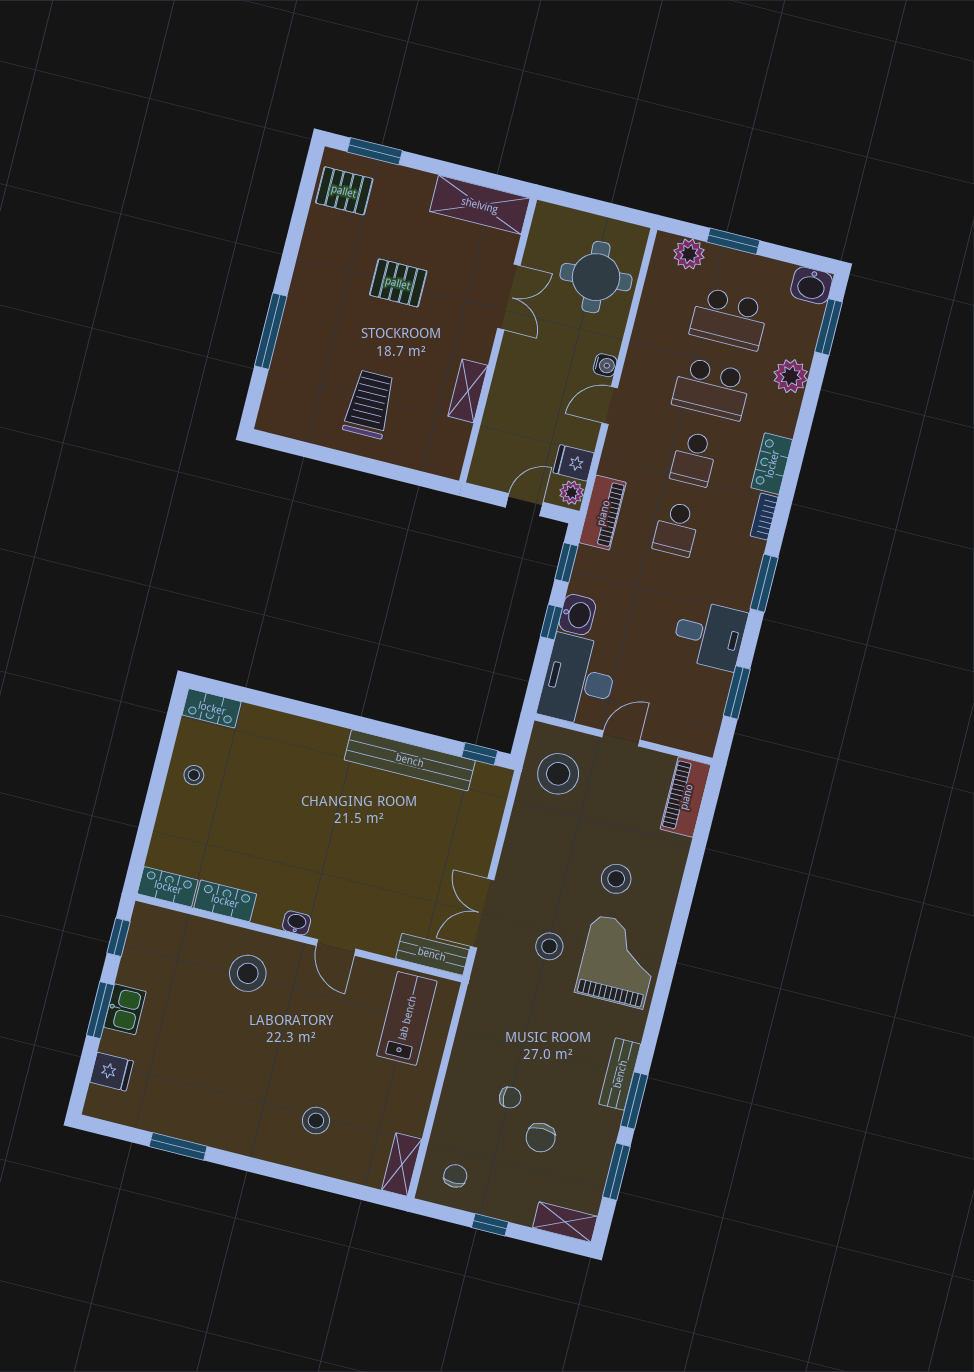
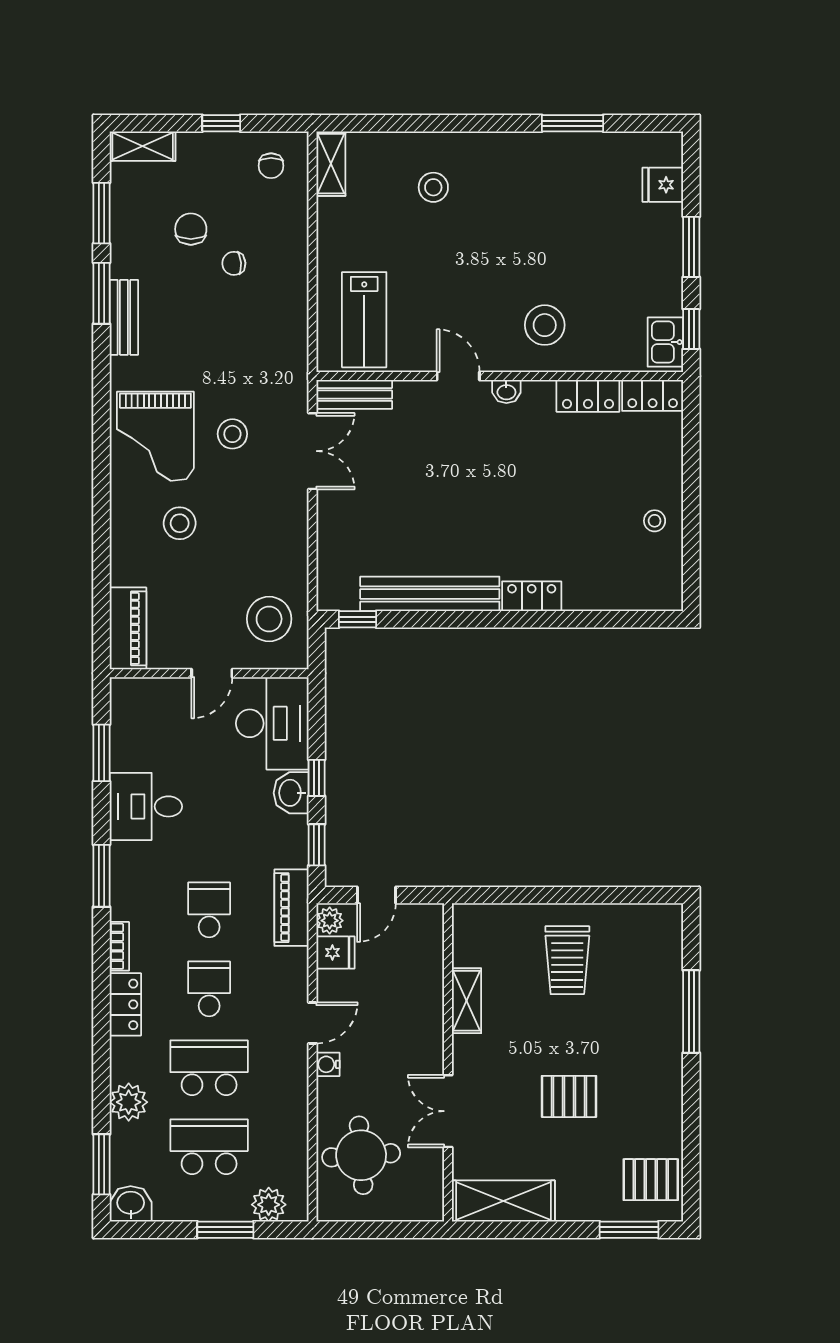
locker: (212, 708) -> (532, 596), moved
kitchen sink: (125, 1009) -> (665, 342), moved

